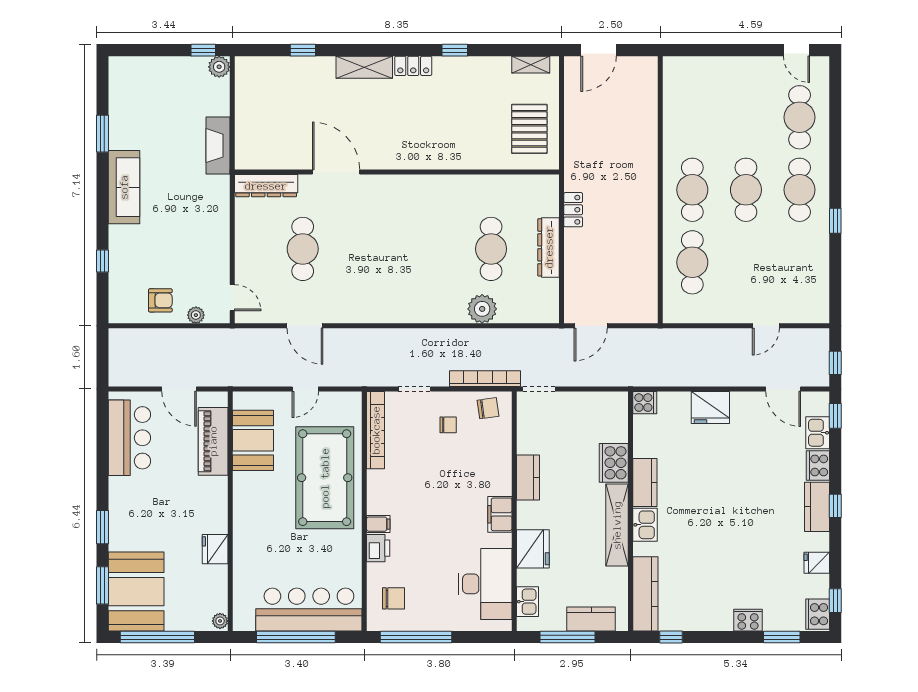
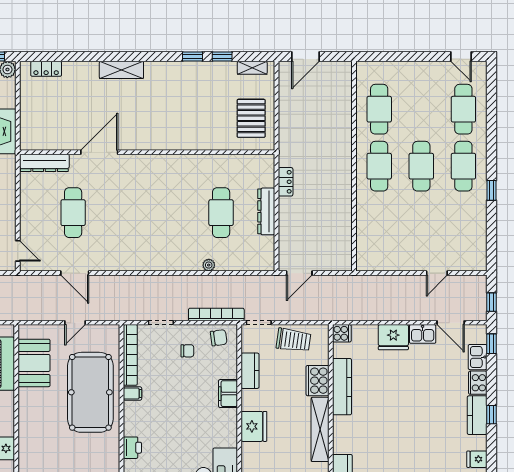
window: (303, 50) -> (222, 56), moved
locker: (413, 66) -> (46, 69), moved
door: (336, 172) -> (99, 152), hinge flipped
cafe table: (692, 262) -> (379, 109), moved
plant: (482, 309) -> (209, 265), width x0.53, depth x0.53
trolley: (583, 411) -> (294, 340), added
kitchen counter: (528, 478) -> (250, 371), moved
kitchen counter: (645, 483) -> (342, 387), width x1.50
filing cabinet: (500, 514) -> (228, 394), moved
filing cabinet: (378, 524) -> (132, 393), moved
kitchen sink: (645, 525) -> (423, 334), moved, turned 90
fridge: (533, 549) -> (254, 426), moved

